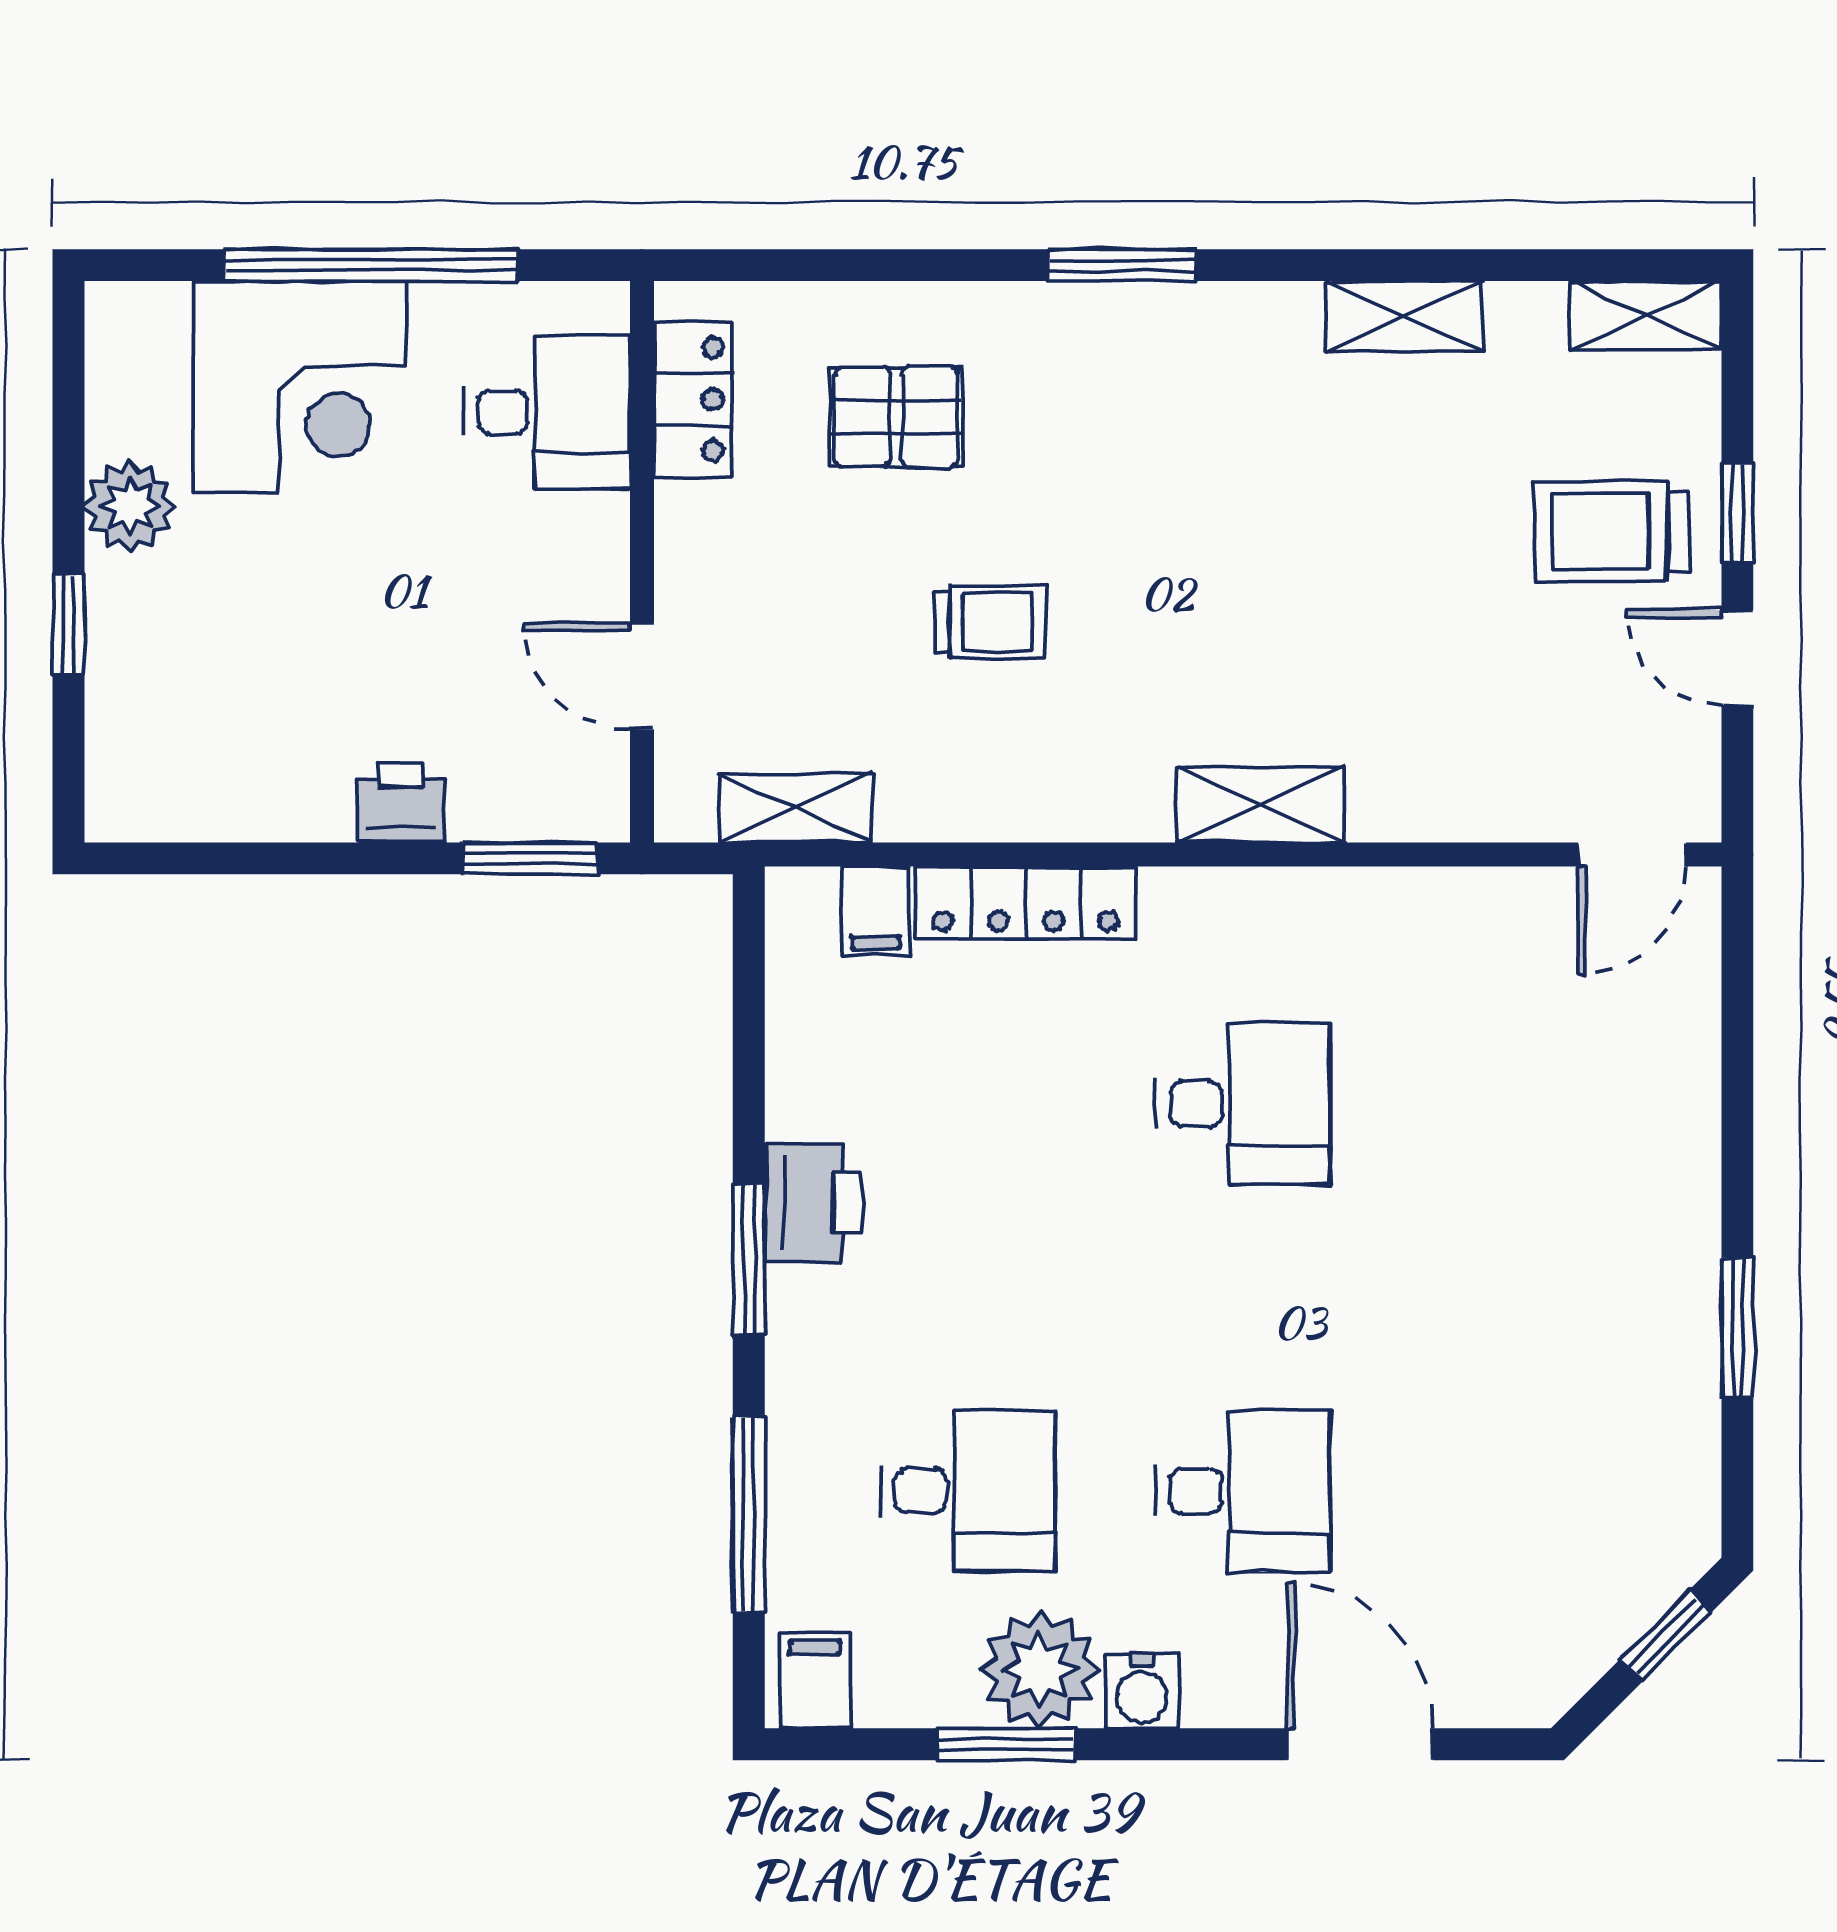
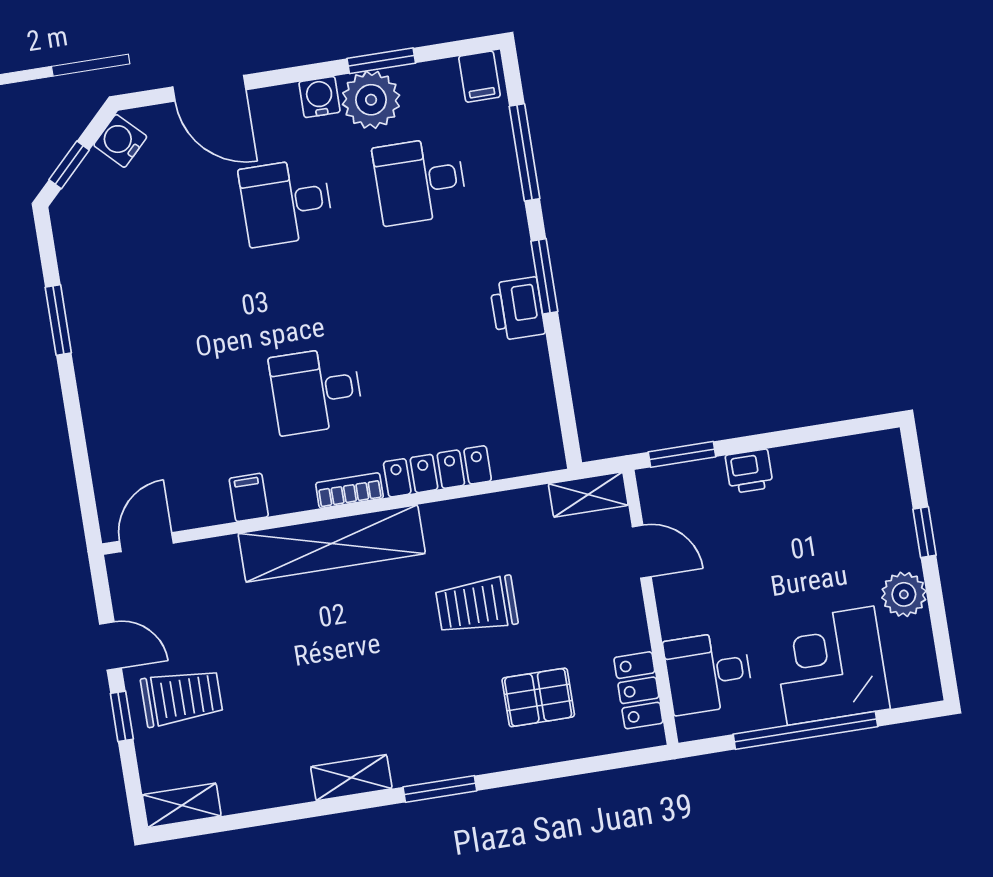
shelving: (1404, 316) -> (351, 778), moved
trolley: (990, 622) -> (477, 605), width x1.36, depth x1.39
shelving: (1261, 805) -> (332, 543), width x2.20, depth x1.33
shelving: (796, 808) -> (588, 495), moved
bookcase: (1208, 893) -> (349, 490), added
filing cabinet: (876, 911) -> (249, 497), moved
water cooler: (1556, 1667) -> (120, 141), added

